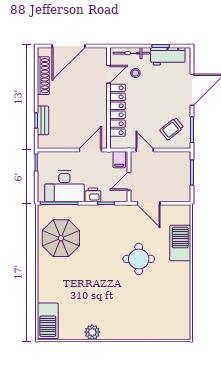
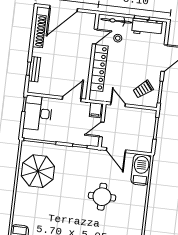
desk: (64, 186) -> (38, 113), moved, turned 90
printer: (93, 195) -> (70, 137), removed
barbecue: (180, 243) -> (141, 170), moved

